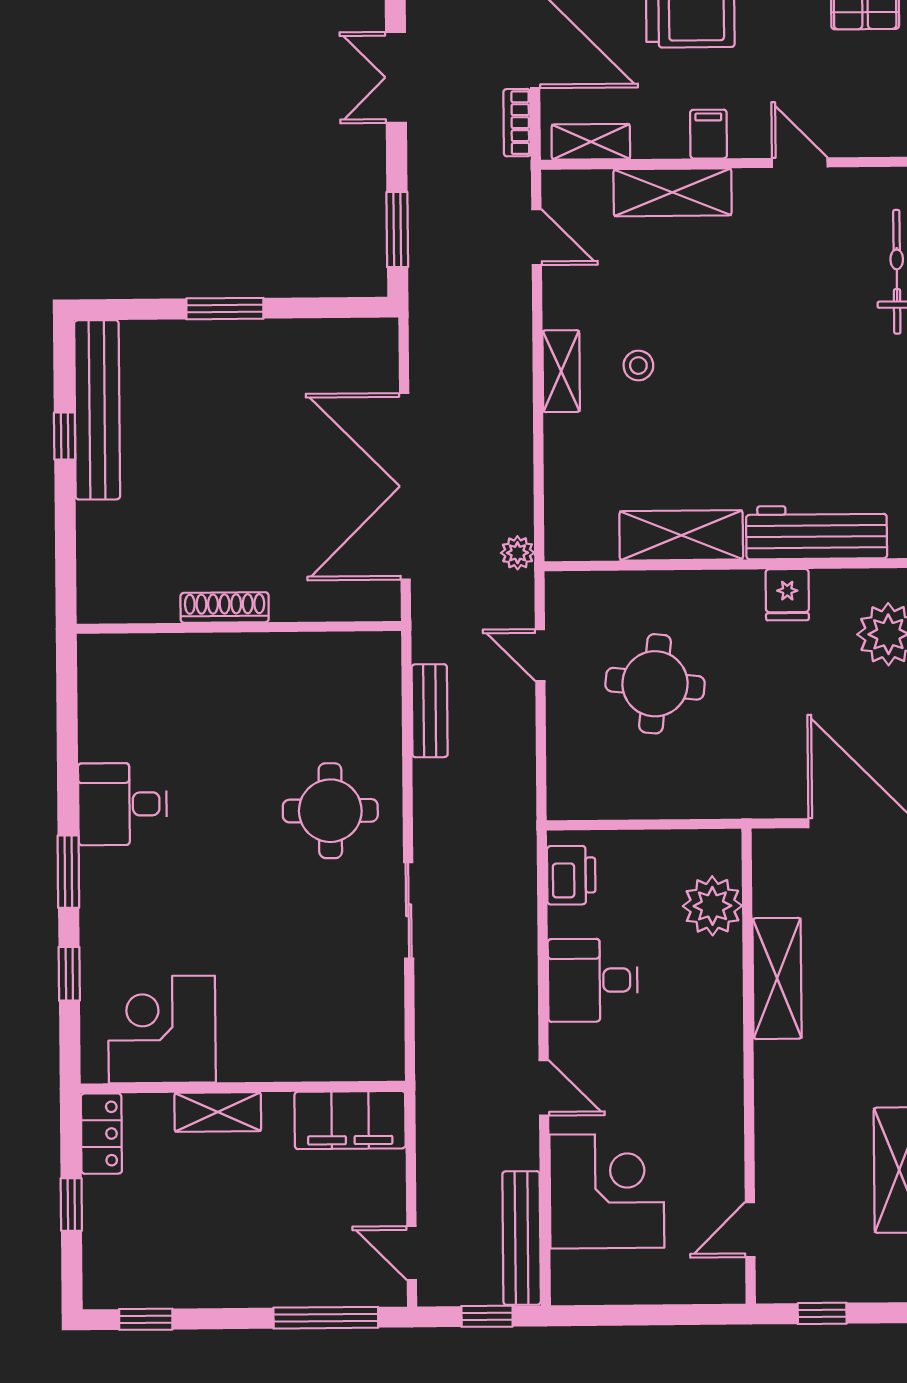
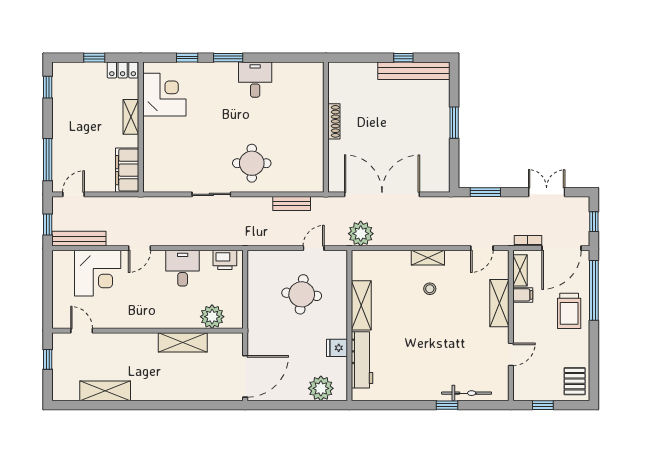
filing cabinet: (708, 134) -> (523, 295), moved
plant: (518, 553) -> (361, 234), width x1.88, depth x1.88

